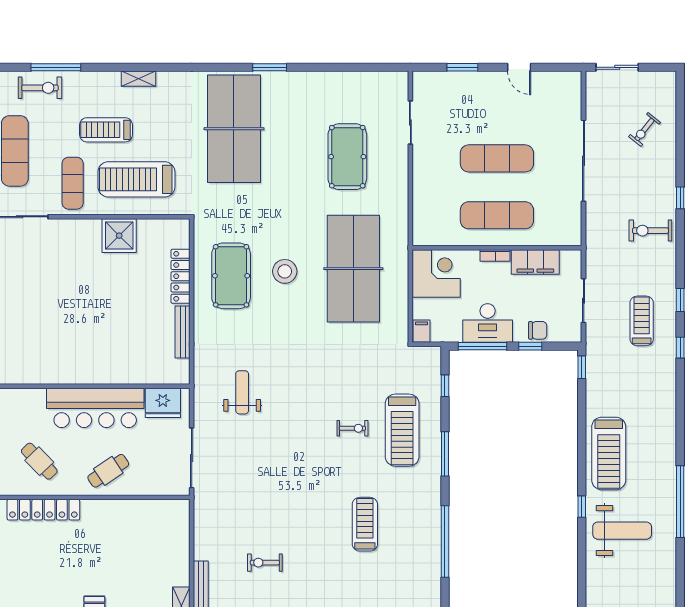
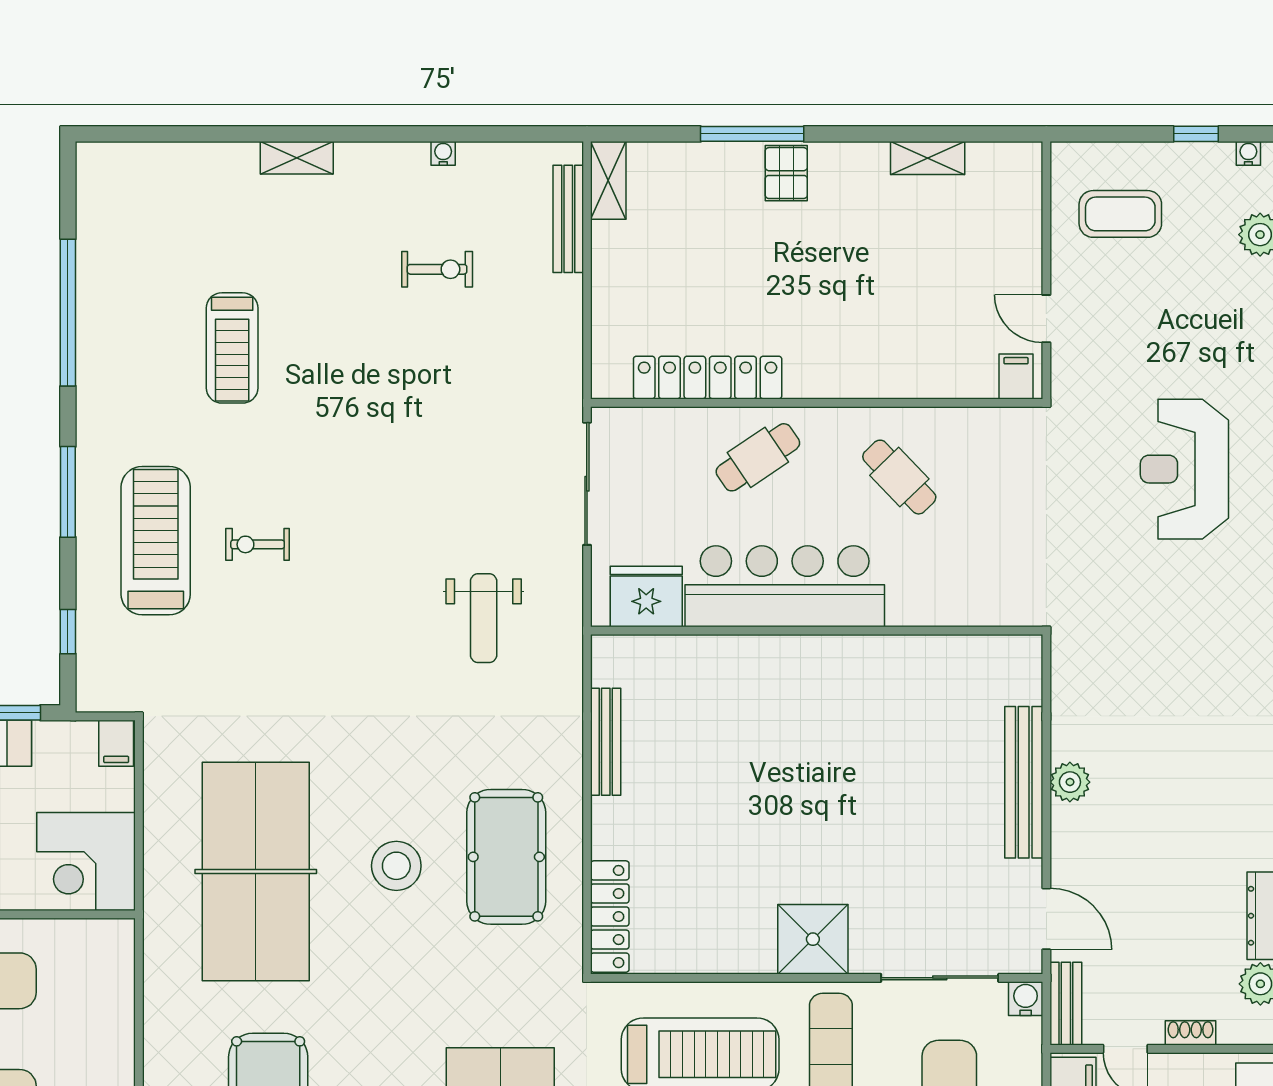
shower: (119, 236) -> (813, 939), moved
locker: (181, 276) -> (610, 917), moved
locker: (43, 510) -> (708, 378), moved

